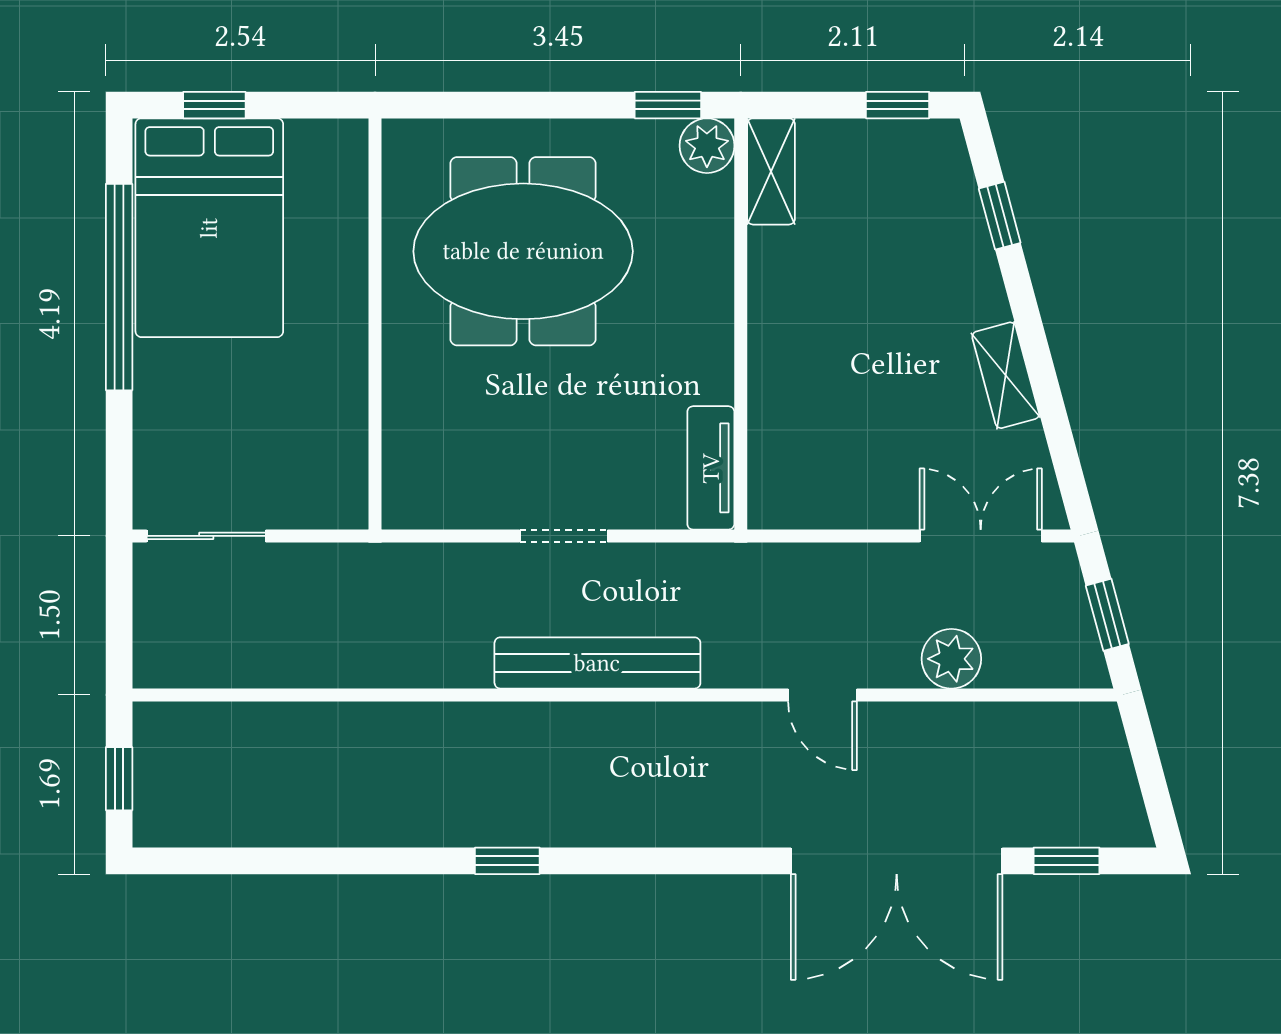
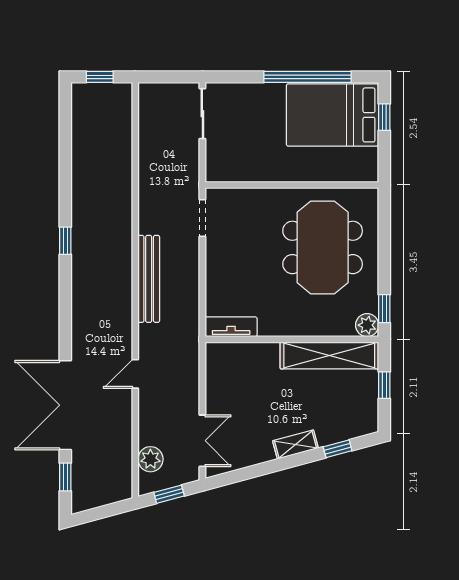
window: (898, 105) -> (384, 385), moved
shelving: (771, 171) -> (329, 356), width x2.20, depth x1.33
shelving: (1006, 375) -> (295, 444), moved
doorway: (564, 536) -> (202, 218), moved
plant: (951, 659) -> (150, 459), moved

